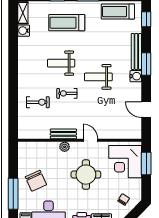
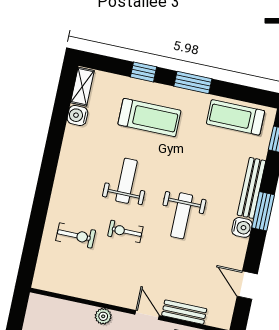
treadmill: (67, 23) -> (149, 118), turned 180
weight bench: (61, 63) -> (126, 181), turned 90
weight bench: (98, 77) -> (182, 216), turned -90
bench: (63, 134) -> (184, 312), moved

